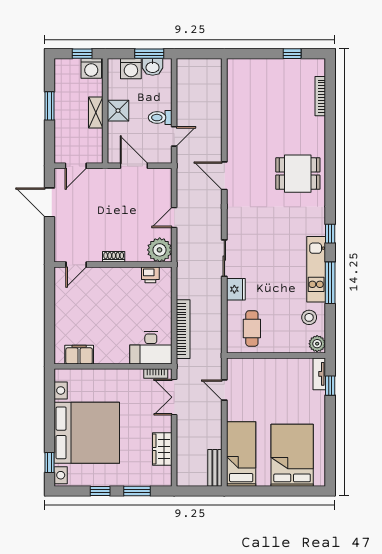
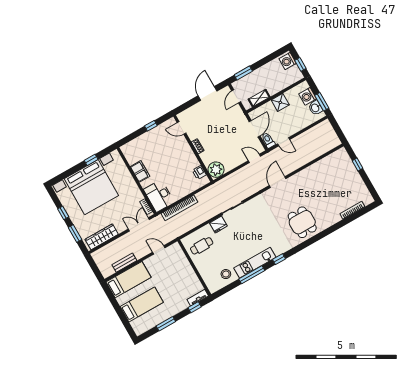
window: (292, 54) -> (358, 164), moved
washing machine: (91, 68) -> (288, 61), moved
window: (49, 106) -> (243, 73), moved
shelving: (96, 113) -> (259, 98), moved
toilet: (160, 118) -> (268, 140), moved
door: (76, 166) -> (236, 96), hinge flipped
door: (174, 218) -> (254, 158), moved
window: (49, 304) -> (151, 126), added
plant: (317, 344) -> (214, 287), removed
filing cabinet: (79, 355) -> (140, 171), moved
door: (224, 390) -> (159, 250), hinge flipped
window: (330, 437) -> (166, 324), added
wardrobe: (162, 449) -> (102, 237), width x1.50
bed: (292, 455) -> (142, 304), width x0.67
window: (49, 463) -> (91, 160), moved
bench: (215, 468) -> (124, 263), moved

